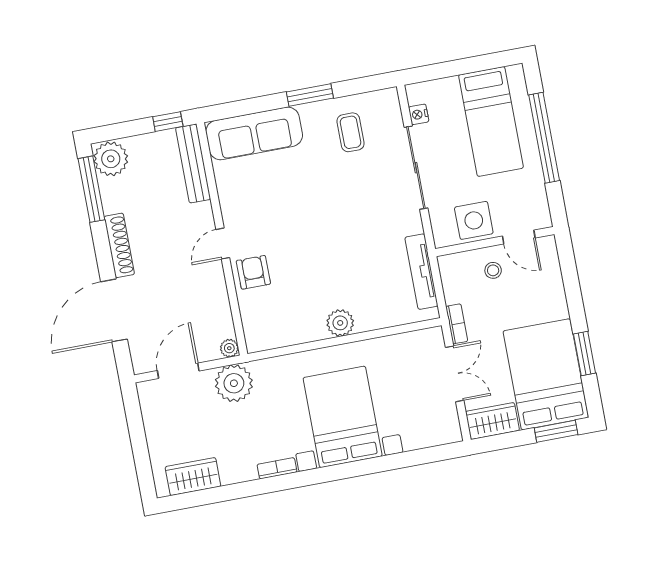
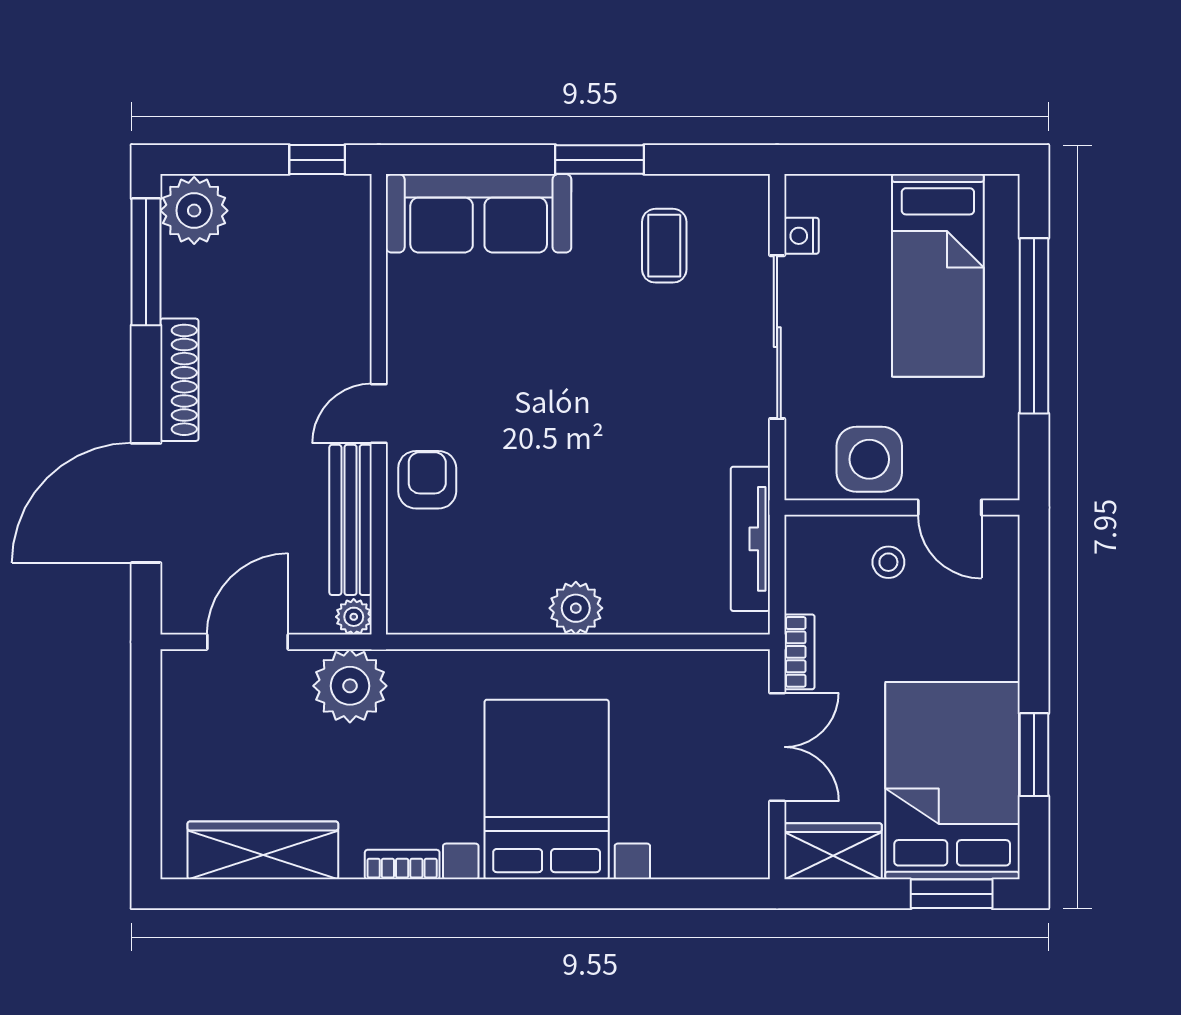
bench: (193, 164) -> (351, 520), moved
wardrobe: (193, 477) -> (263, 850), width x1.50

